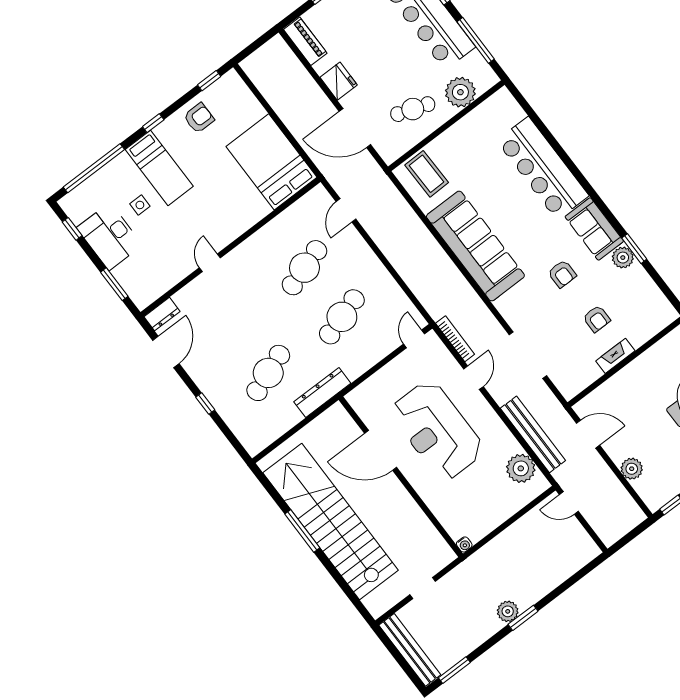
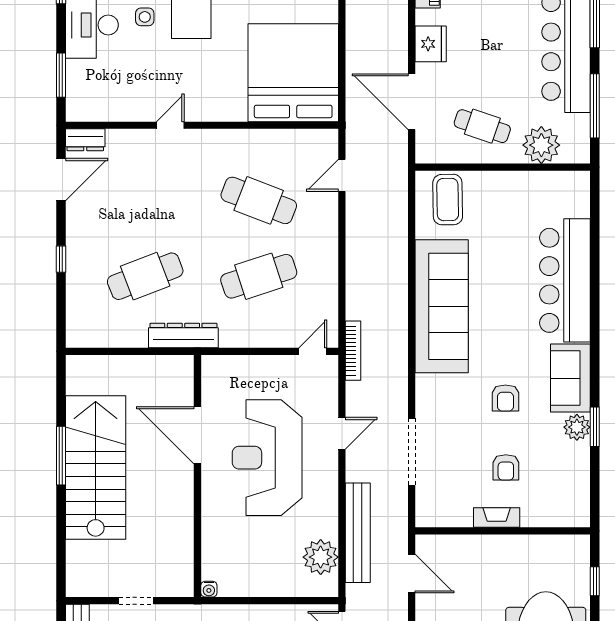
bed: (272, 162) -> (293, 73), width x1.36
cafe table: (304, 268) -> (259, 200), turned 39
bookcase: (455, 339) -> (353, 351), moved
stairs: (331, 522) -> (96, 468), width x0.73

